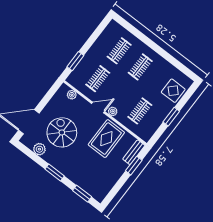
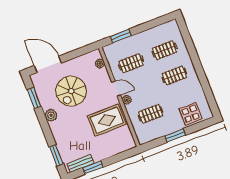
spiral stairs: (62, 132) -> (71, 91), turned 180
plant: (39, 149) -> (51, 115), moved
bench: (134, 152) -> (80, 163), moved
window: (134, 166) -> (93, 167), moved
window: (55, 172) -> (34, 98), moved

